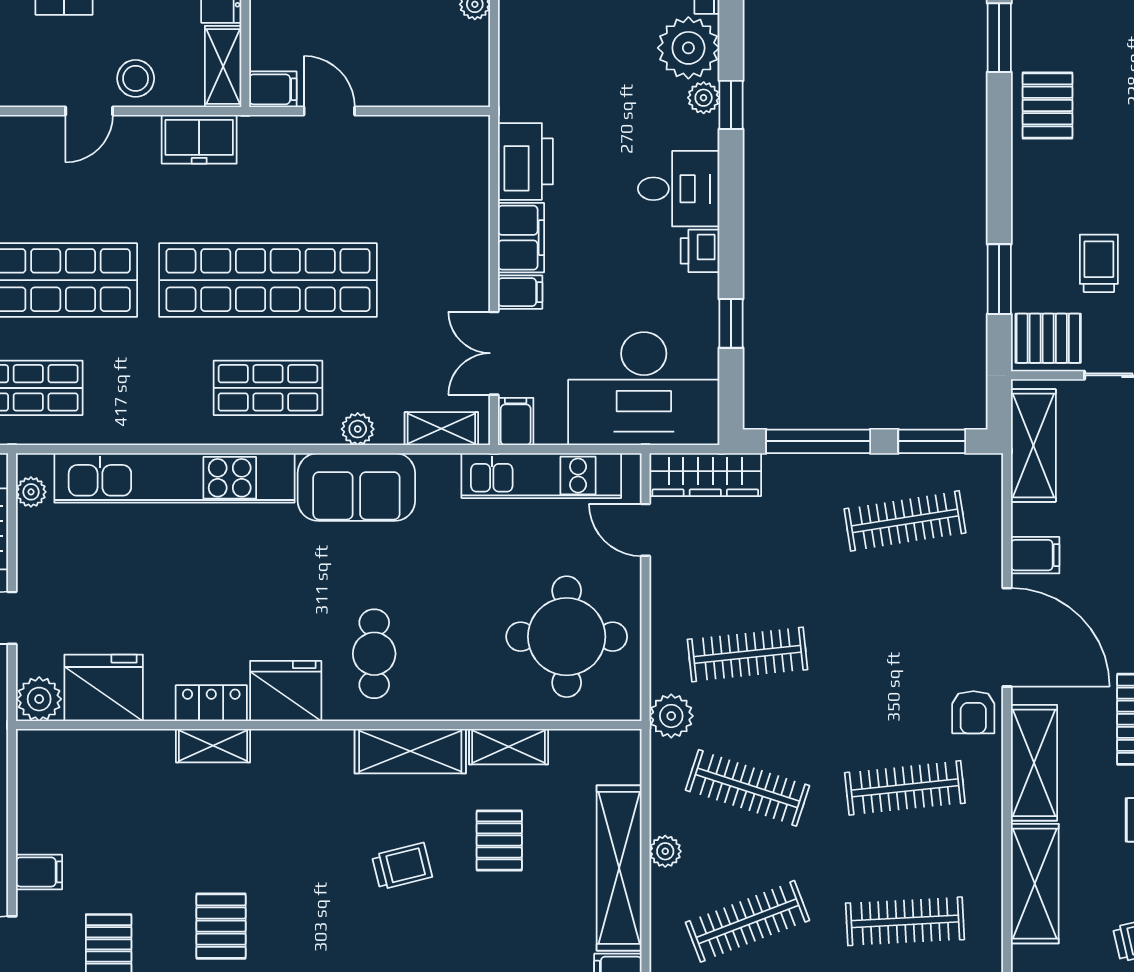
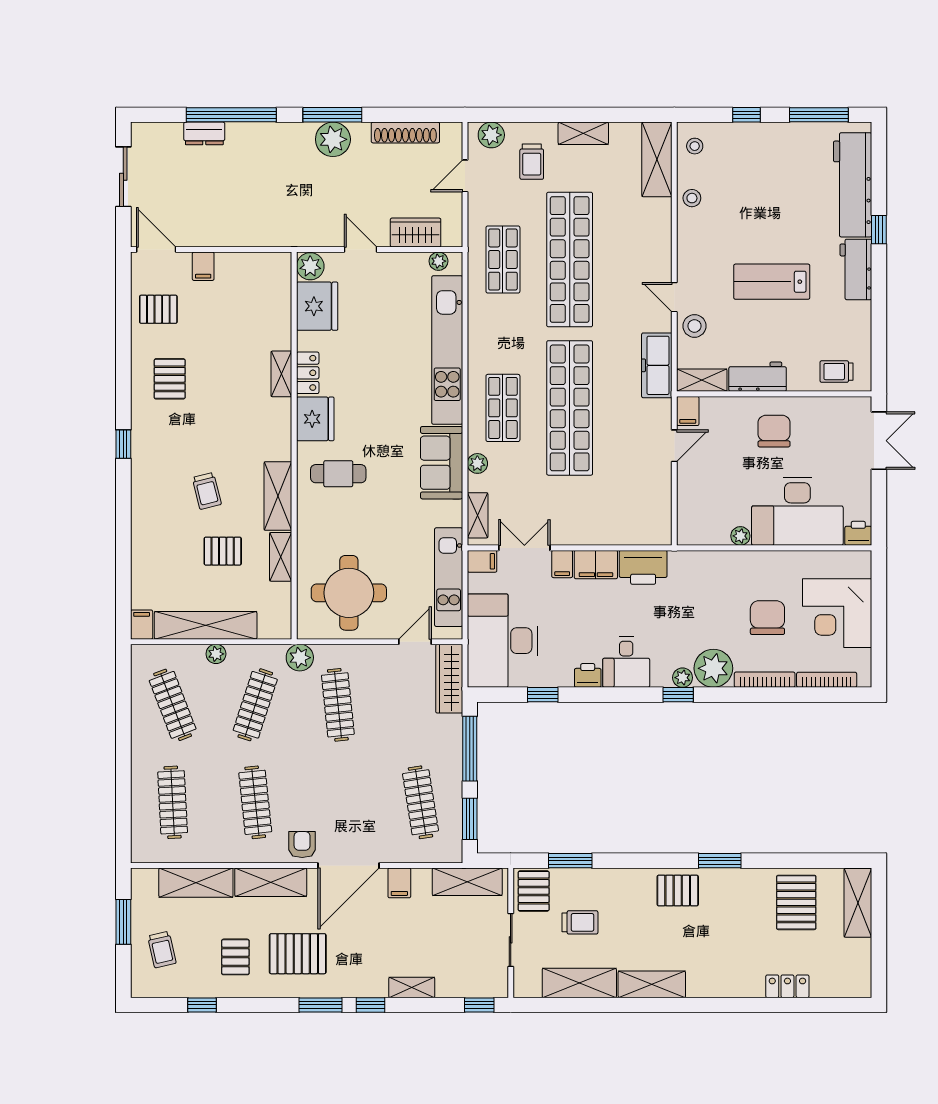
freezer: (199, 139) -> (657, 365), width x1.40
armchair: (973, 712) -> (302, 845), turned 90
pallet: (221, 926) -> (170, 379), turned 90

